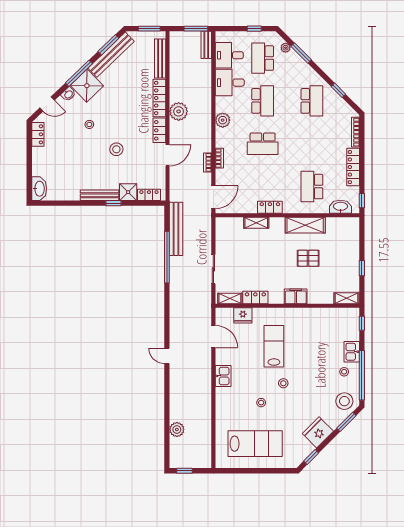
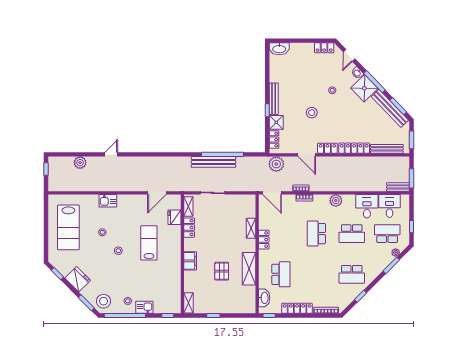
plant: (179, 111) -> (276, 164), moved
school desk: (312, 187) -> (281, 274), turned 90
bench: (176, 229) -> (214, 162), moved
lab bench: (274, 346) -> (149, 243), turned -90
door: (167, 356) -> (111, 154), moved
kitchen sink: (223, 376) -> (108, 201), moved

